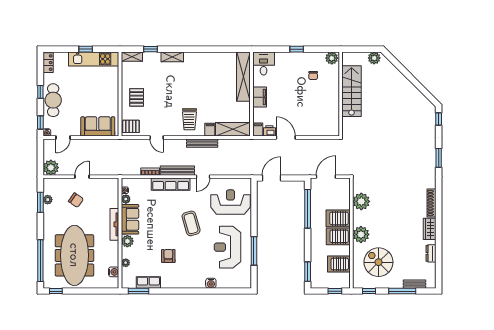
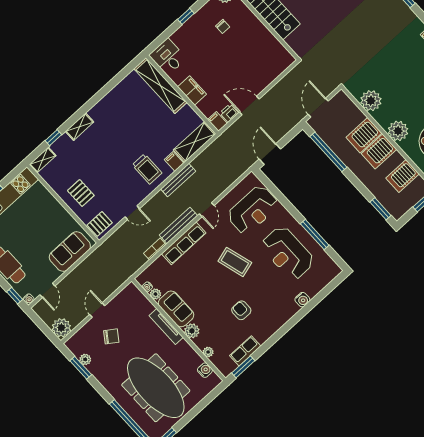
reception desk: (230, 202) -> (253, 210), turned 180

